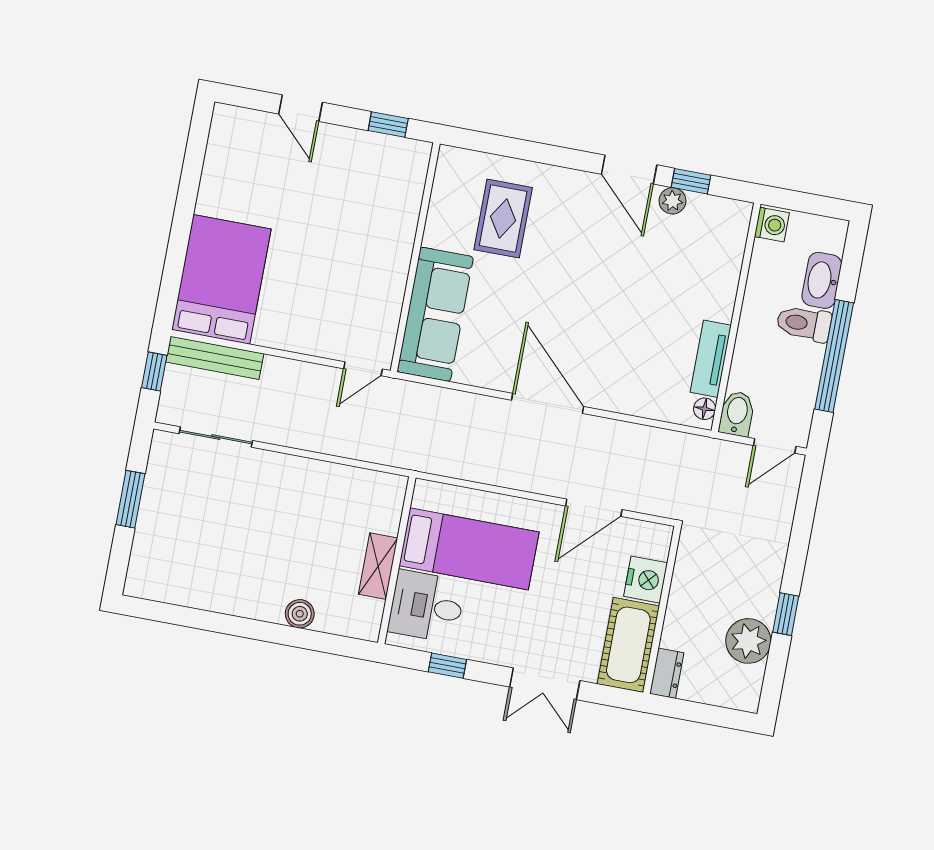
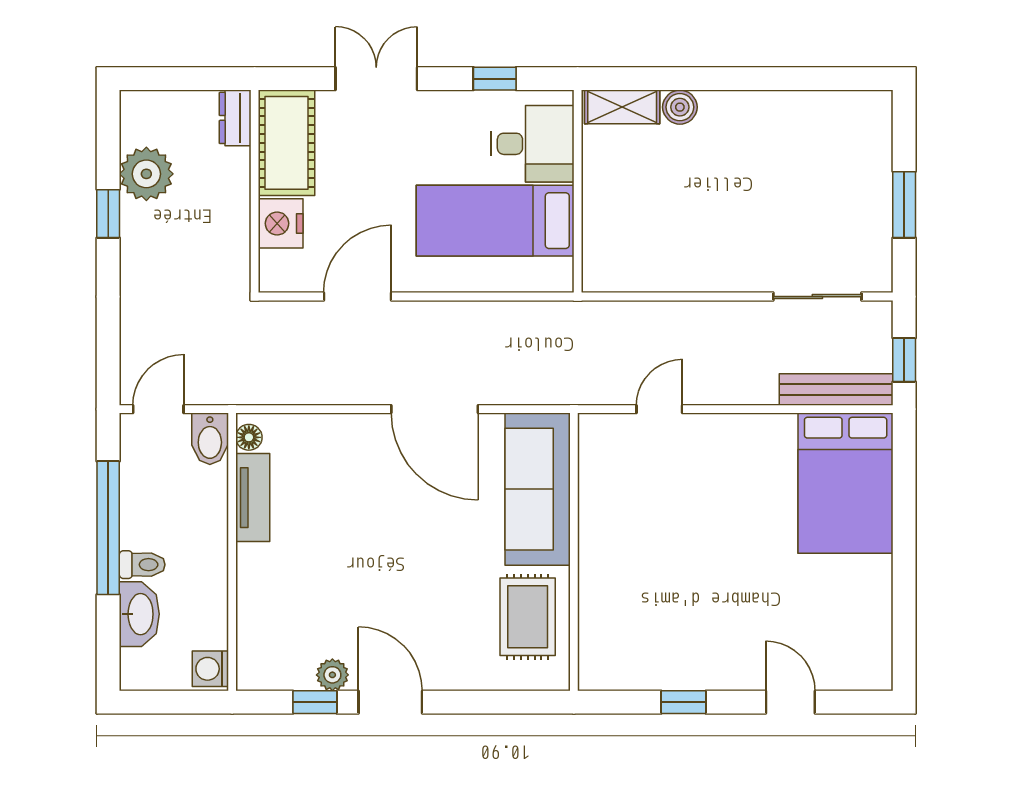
wall: (415, 257) -> (574, 552), moved
sofa: (435, 314) -> (538, 489), moved
toilet: (804, 324) -> (142, 565), width x0.73, depth x0.72
shelving: (378, 566) -> (622, 107), moved, turned 90

